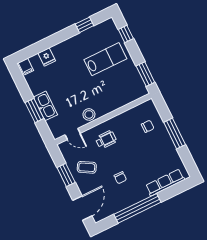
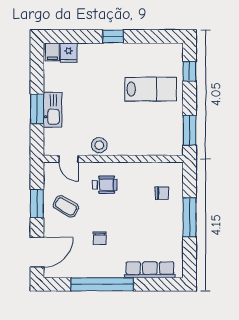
window: (85, 25) -> (113, 36), moved
fridge: (47, 57) -> (69, 53), moved

